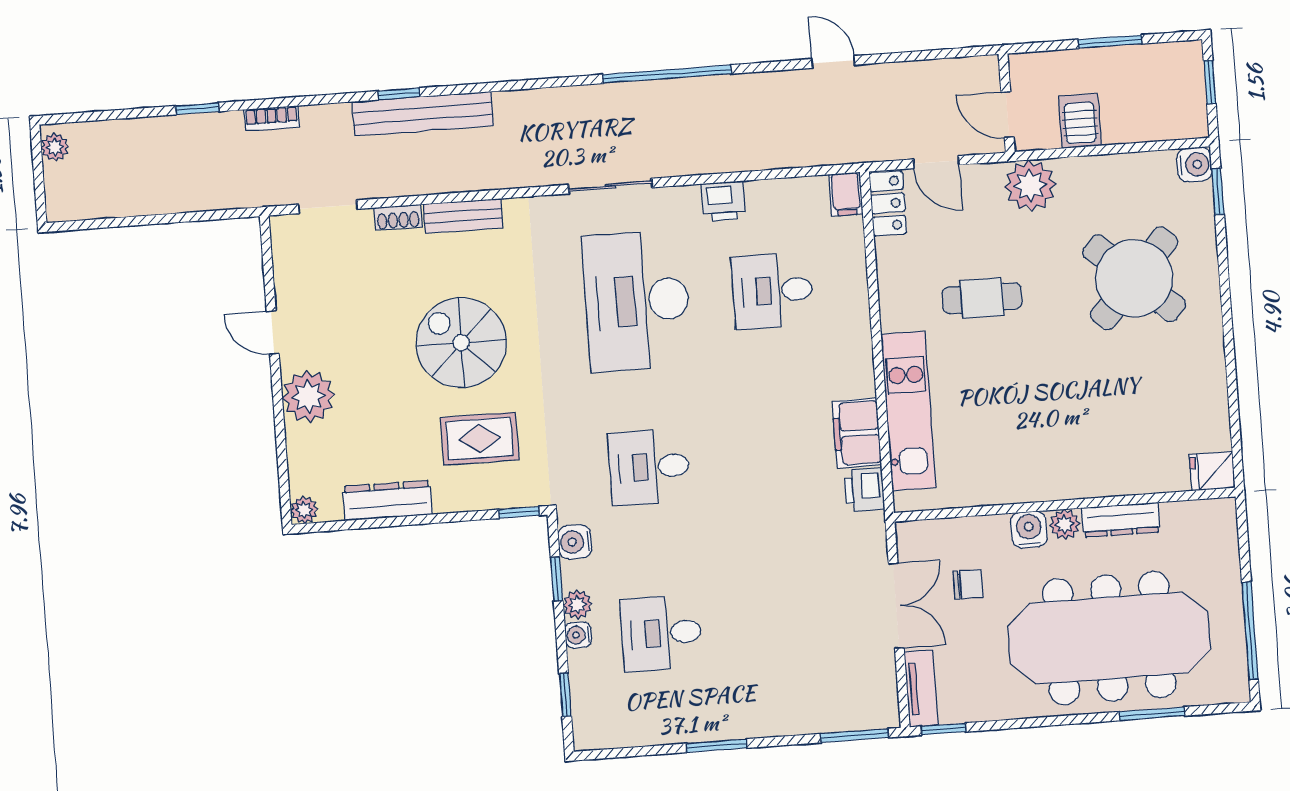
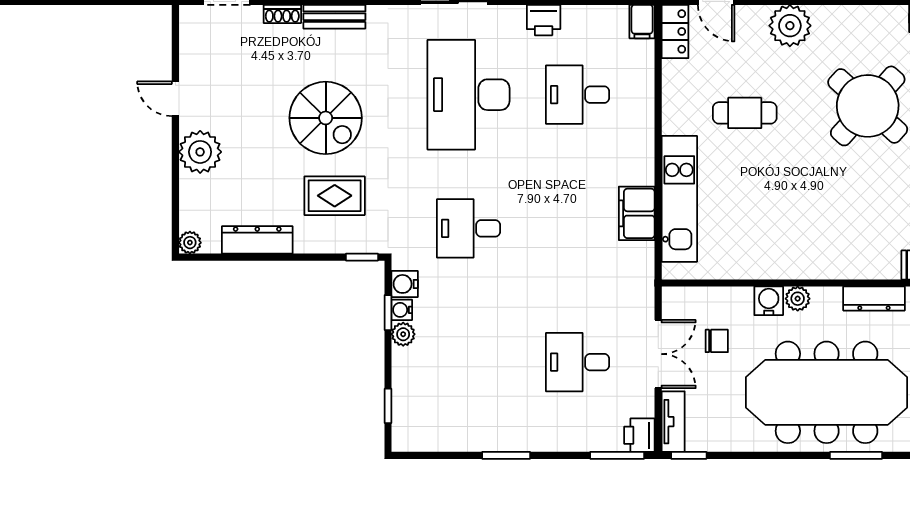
spiral stairs: (461, 343) -> (326, 118), turned 180
printer: (864, 490) -> (639, 435), moved
dresser: (1121, 520) -> (874, 298), moved
desk: (661, 633) -> (578, 362), moved
water cooler: (578, 635) -> (402, 310), moved

